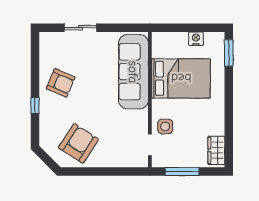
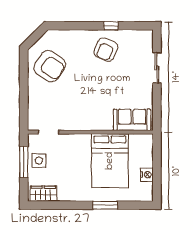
window: (229, 53) -> (105, 205), moved
sofa: (133, 72) -> (132, 120), width x0.54, depth x0.79
window: (35, 106) -> (111, 26), moved
side table: (165, 126) -> (39, 161), moved

